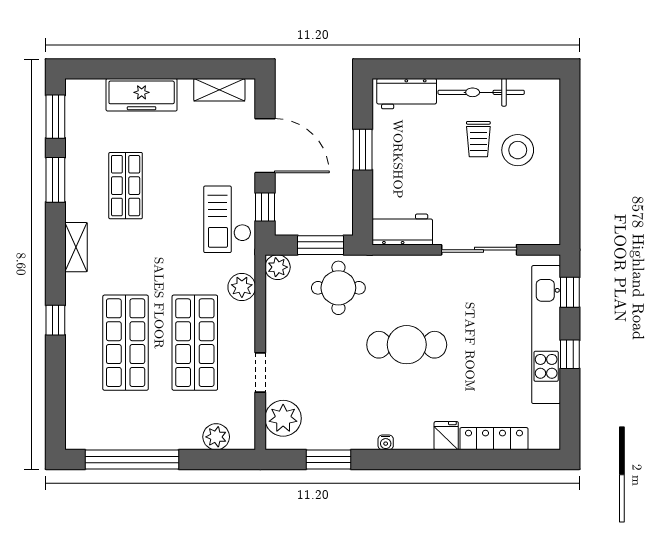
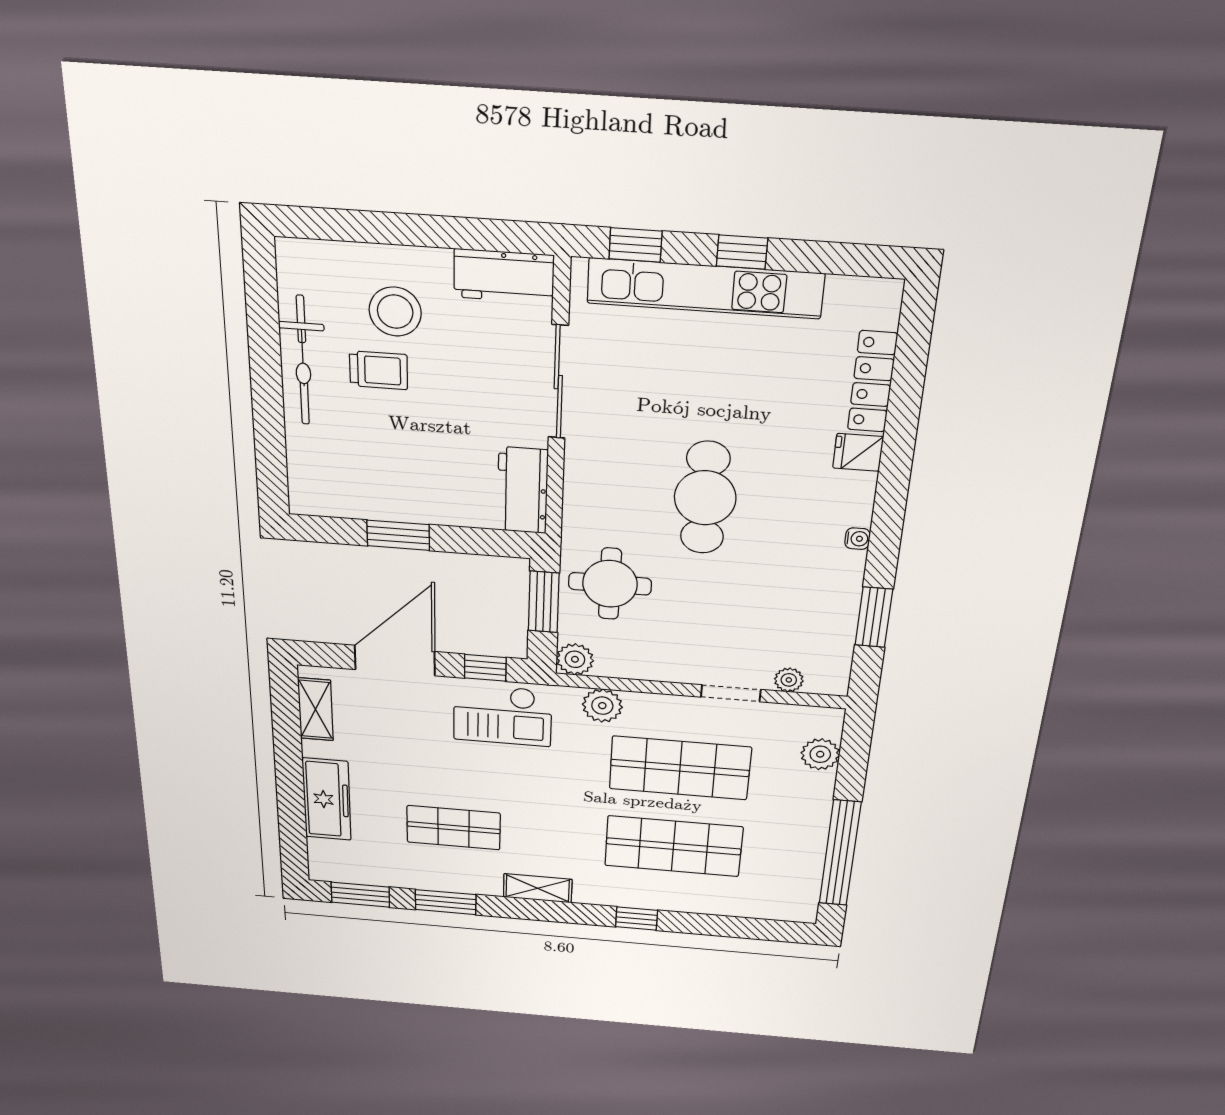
workbench: (407, 94) -> (504, 276), moved, turned 90
plant: (283, 418) -> (789, 680), width x0.53, depth x0.53

